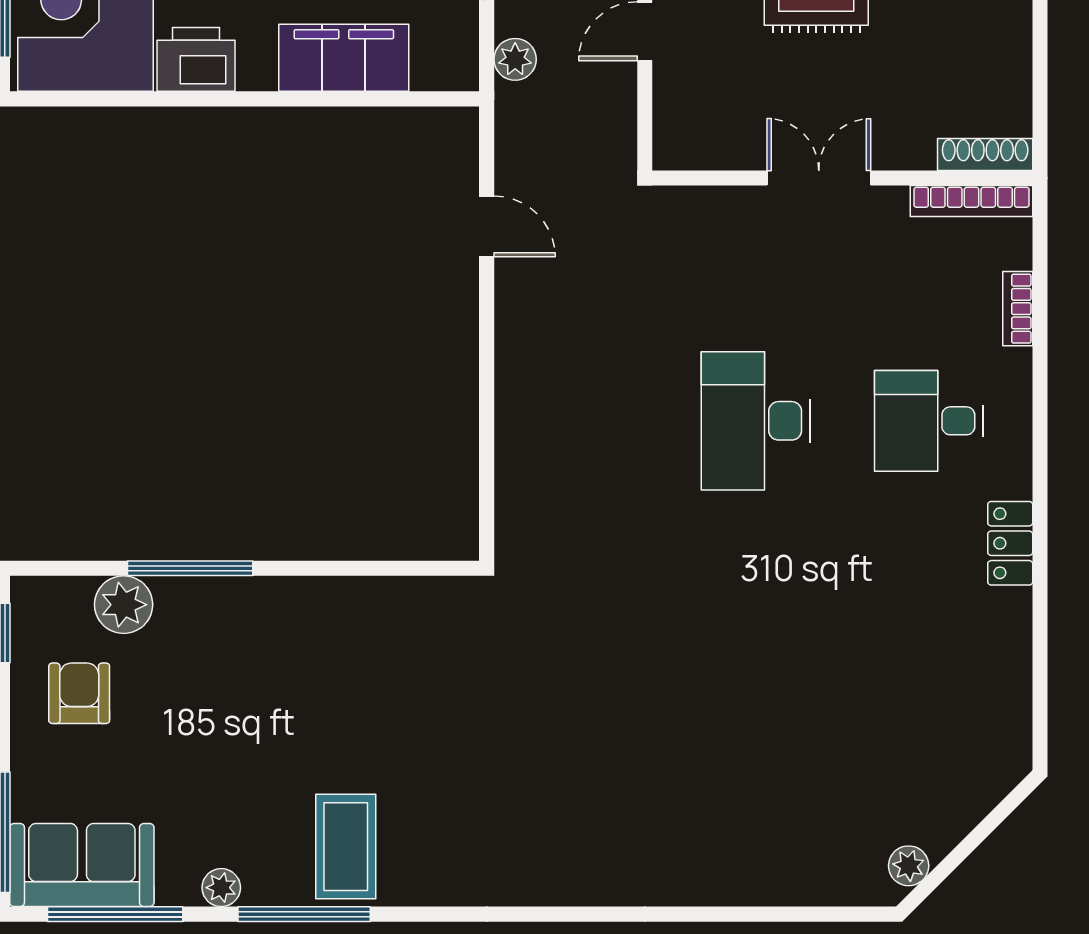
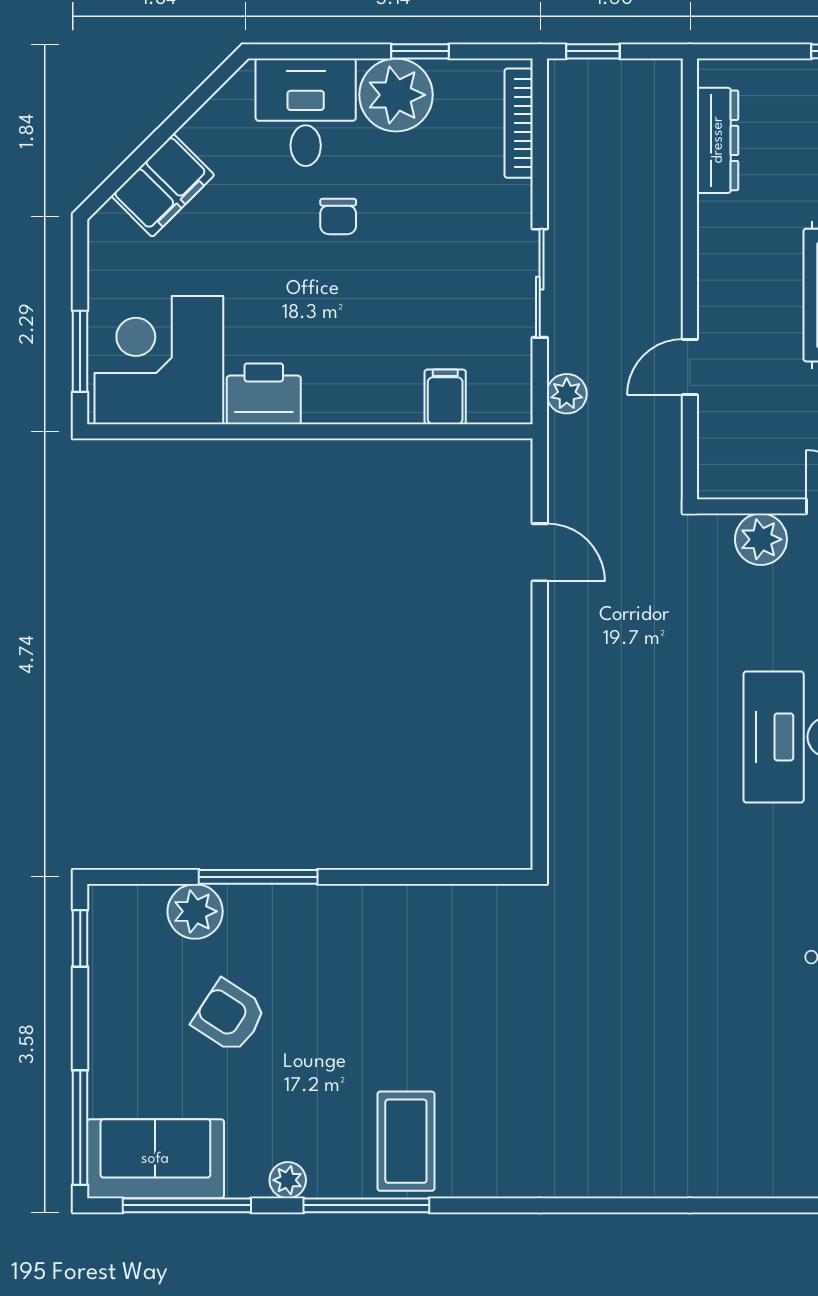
filing cabinet: (344, 58) -> (445, 397), width x0.33, depth x0.86
plant: (720, 213) -> (761, 539), added
armchair: (79, 693) -> (229, 1016), moved, turned -57

